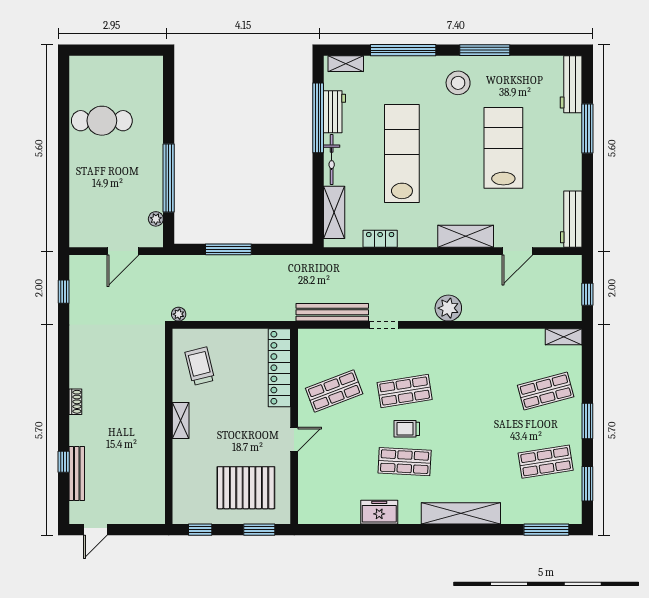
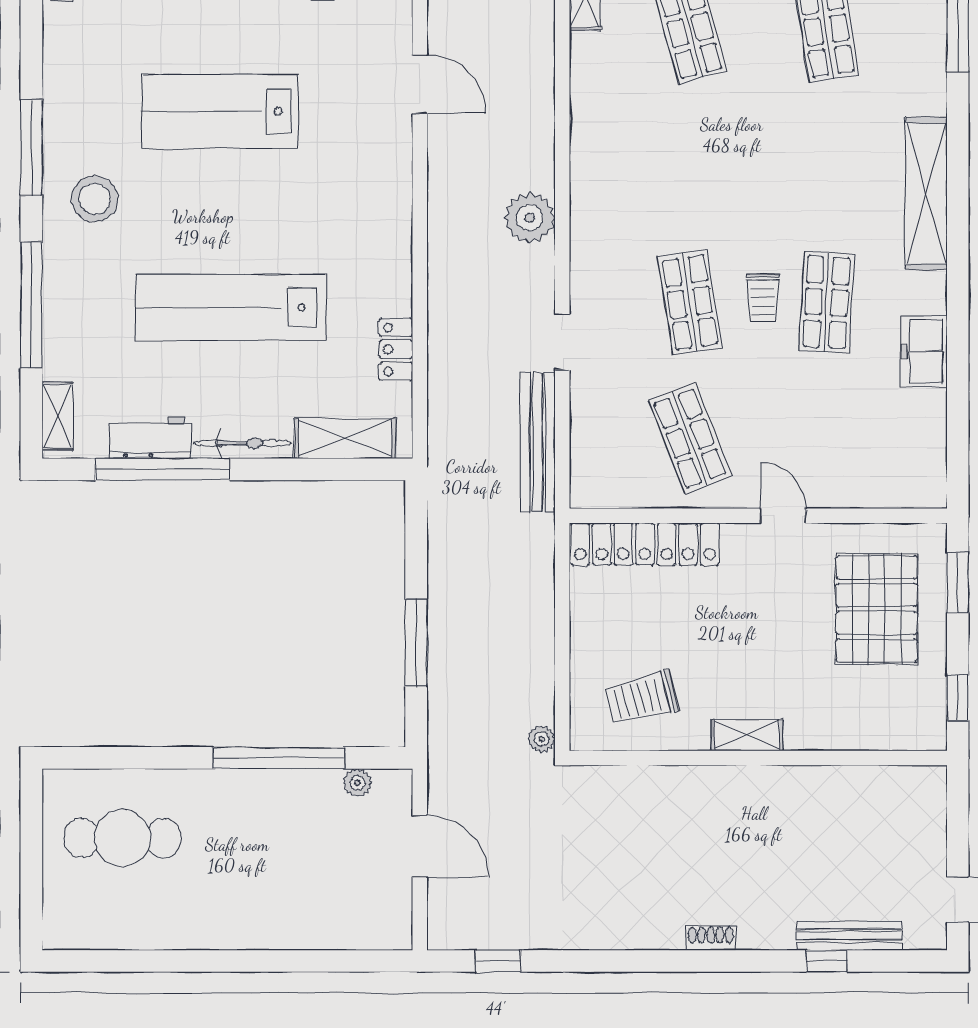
cafe table: (102, 121) -> (122, 838), moved, turned 90
shelving: (466, 236) -> (391, 184), removed

